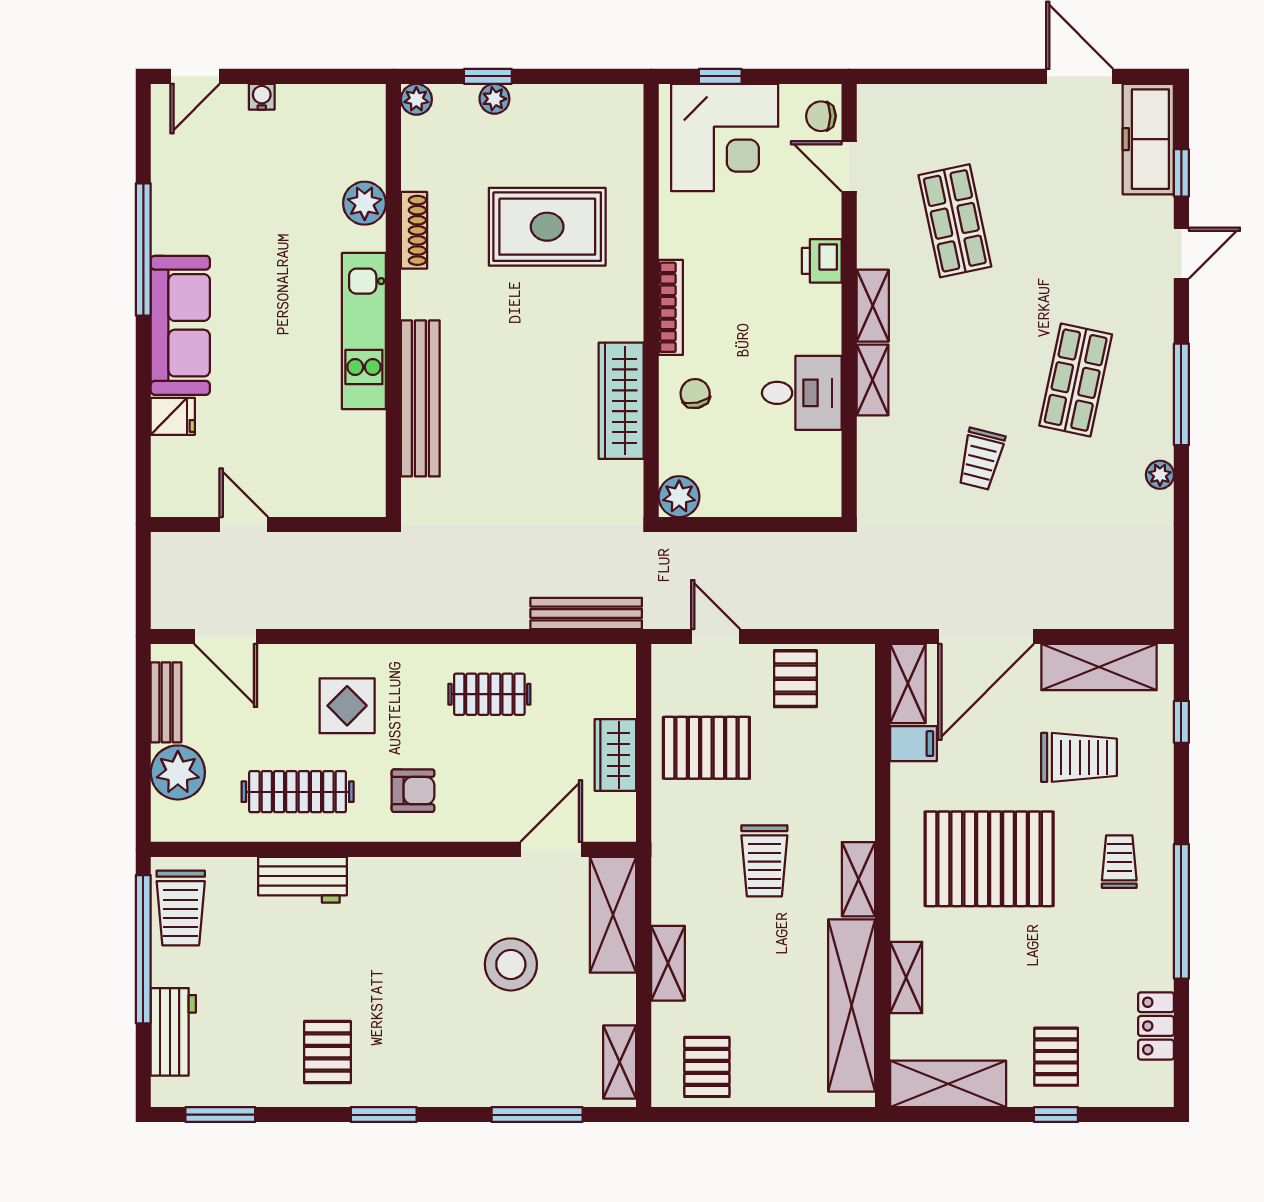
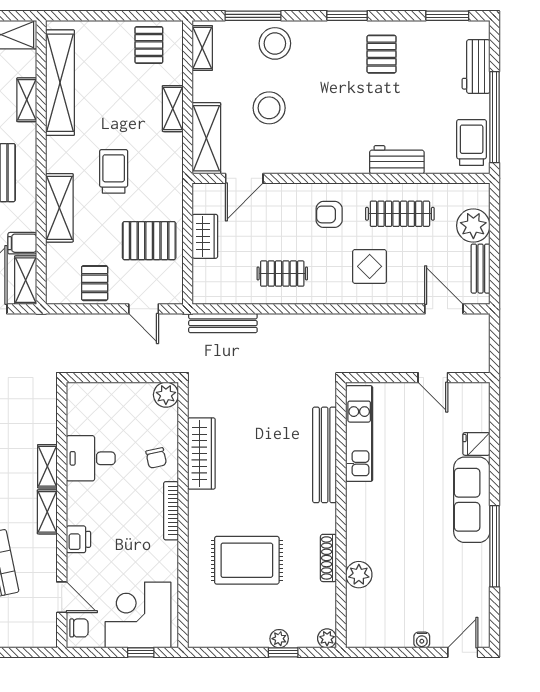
kitchen unit: (364, 331) -> (359, 434), moved
shelving: (858, 879) -> (59, 208), moved, width x1.50, depth x1.33
stool: (501, 1069) -> (275, 43), added

